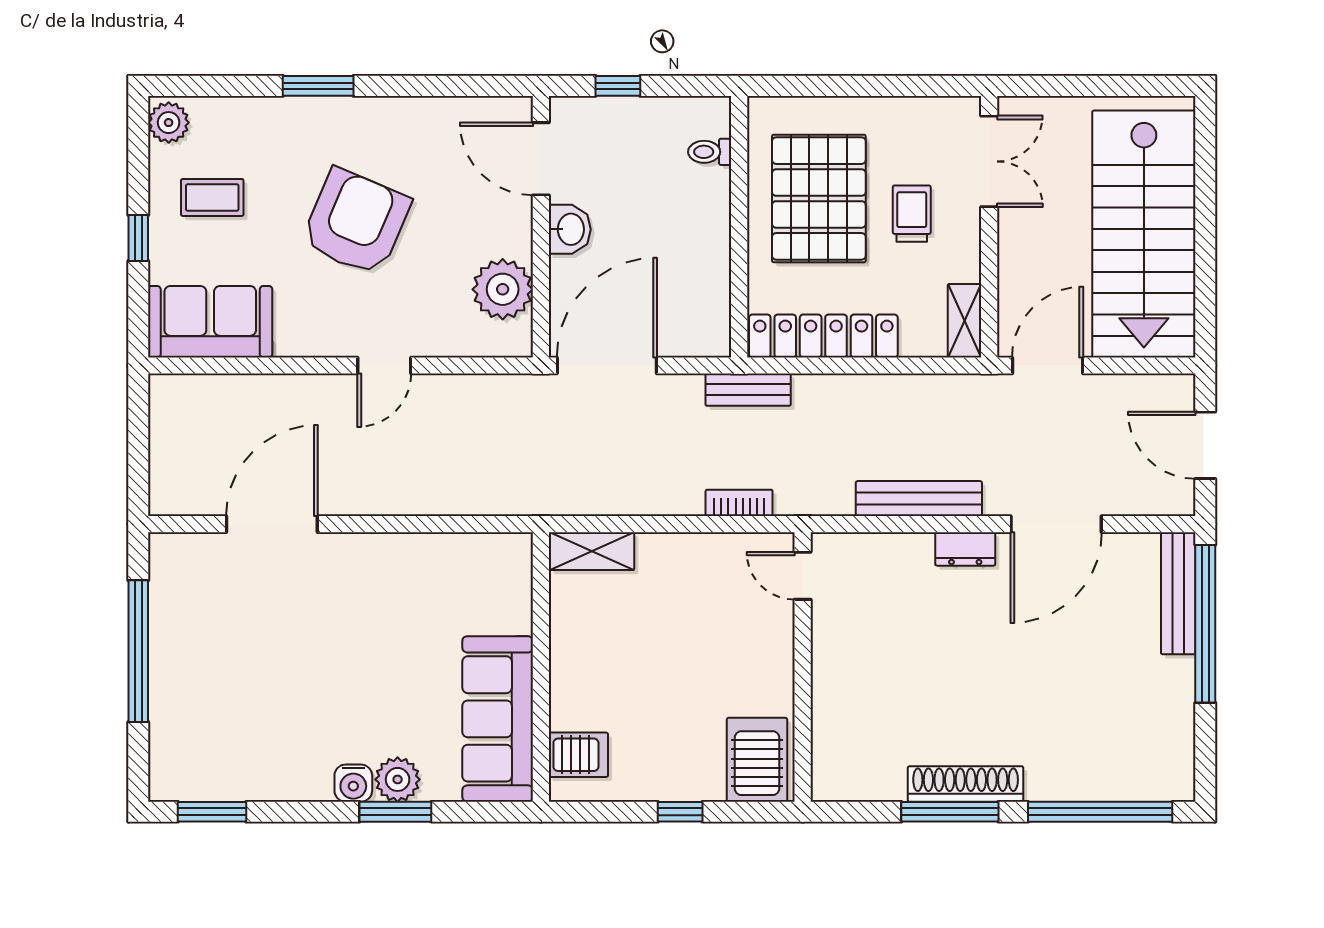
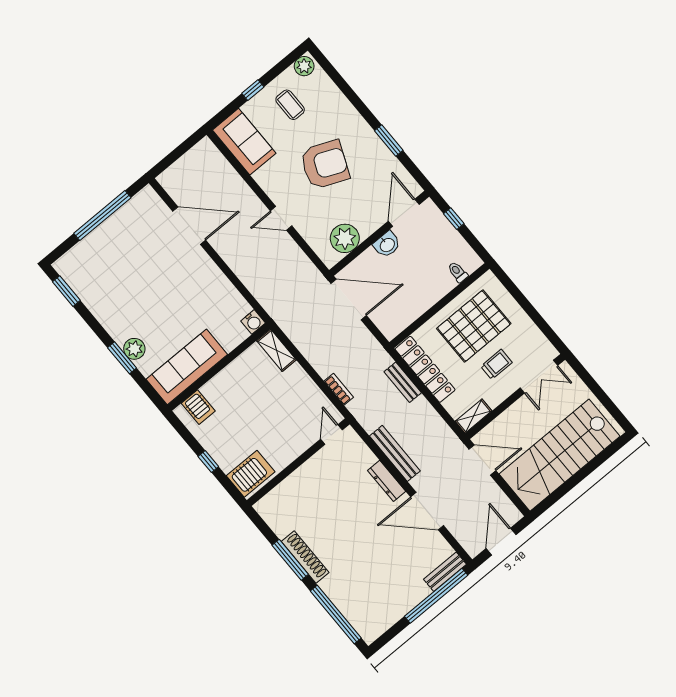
window: (318, 86) -> (389, 140), moved
bench: (748, 390) -> (403, 382), moved
dresser: (965, 549) -> (387, 481), width x1.44
bench: (1178, 593) -> (445, 572), width x0.73
water cooler: (353, 783) -> (253, 322), moved, turned -90

